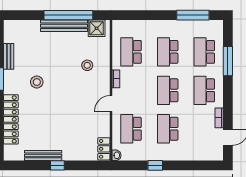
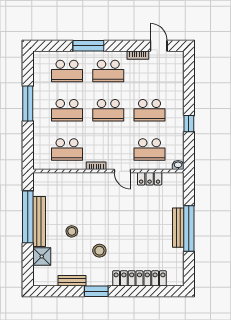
window: (193, 15) -> (28, 103), moved
shower: (97, 28) -> (42, 257), moved
window: (228, 61) -> (88, 46), moved
stool: (87, 65) -> (72, 231), moved
locker: (104, 149) -> (150, 179), moved
bench: (43, 155) -> (178, 228), moved
window: (57, 165) -> (189, 229), width x3.17

